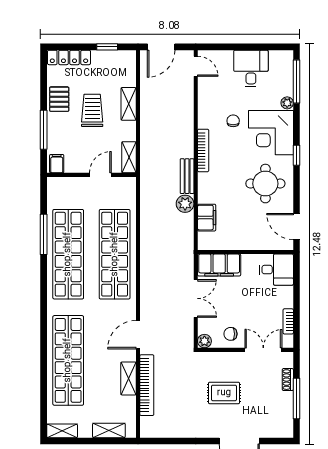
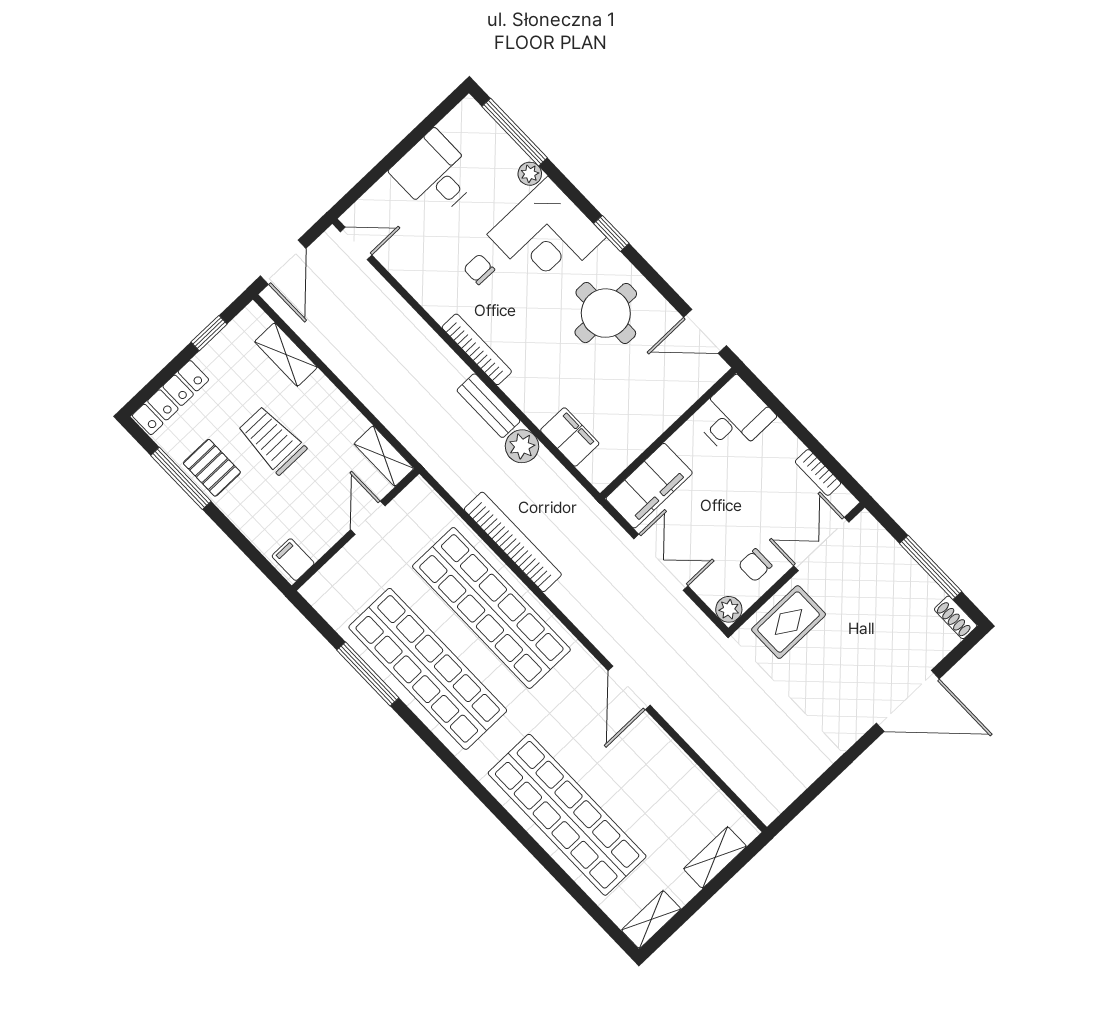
shelving: (129, 104) -> (286, 355), moved
window: (44, 130) -> (181, 478), moved
shelving: (128, 378) -> (674, 760), removed
shoe rack: (288, 380) -> (956, 617), moved
bookcase: (147, 385) -> (513, 542), moved
rug: (224, 393) -> (789, 622), moved

